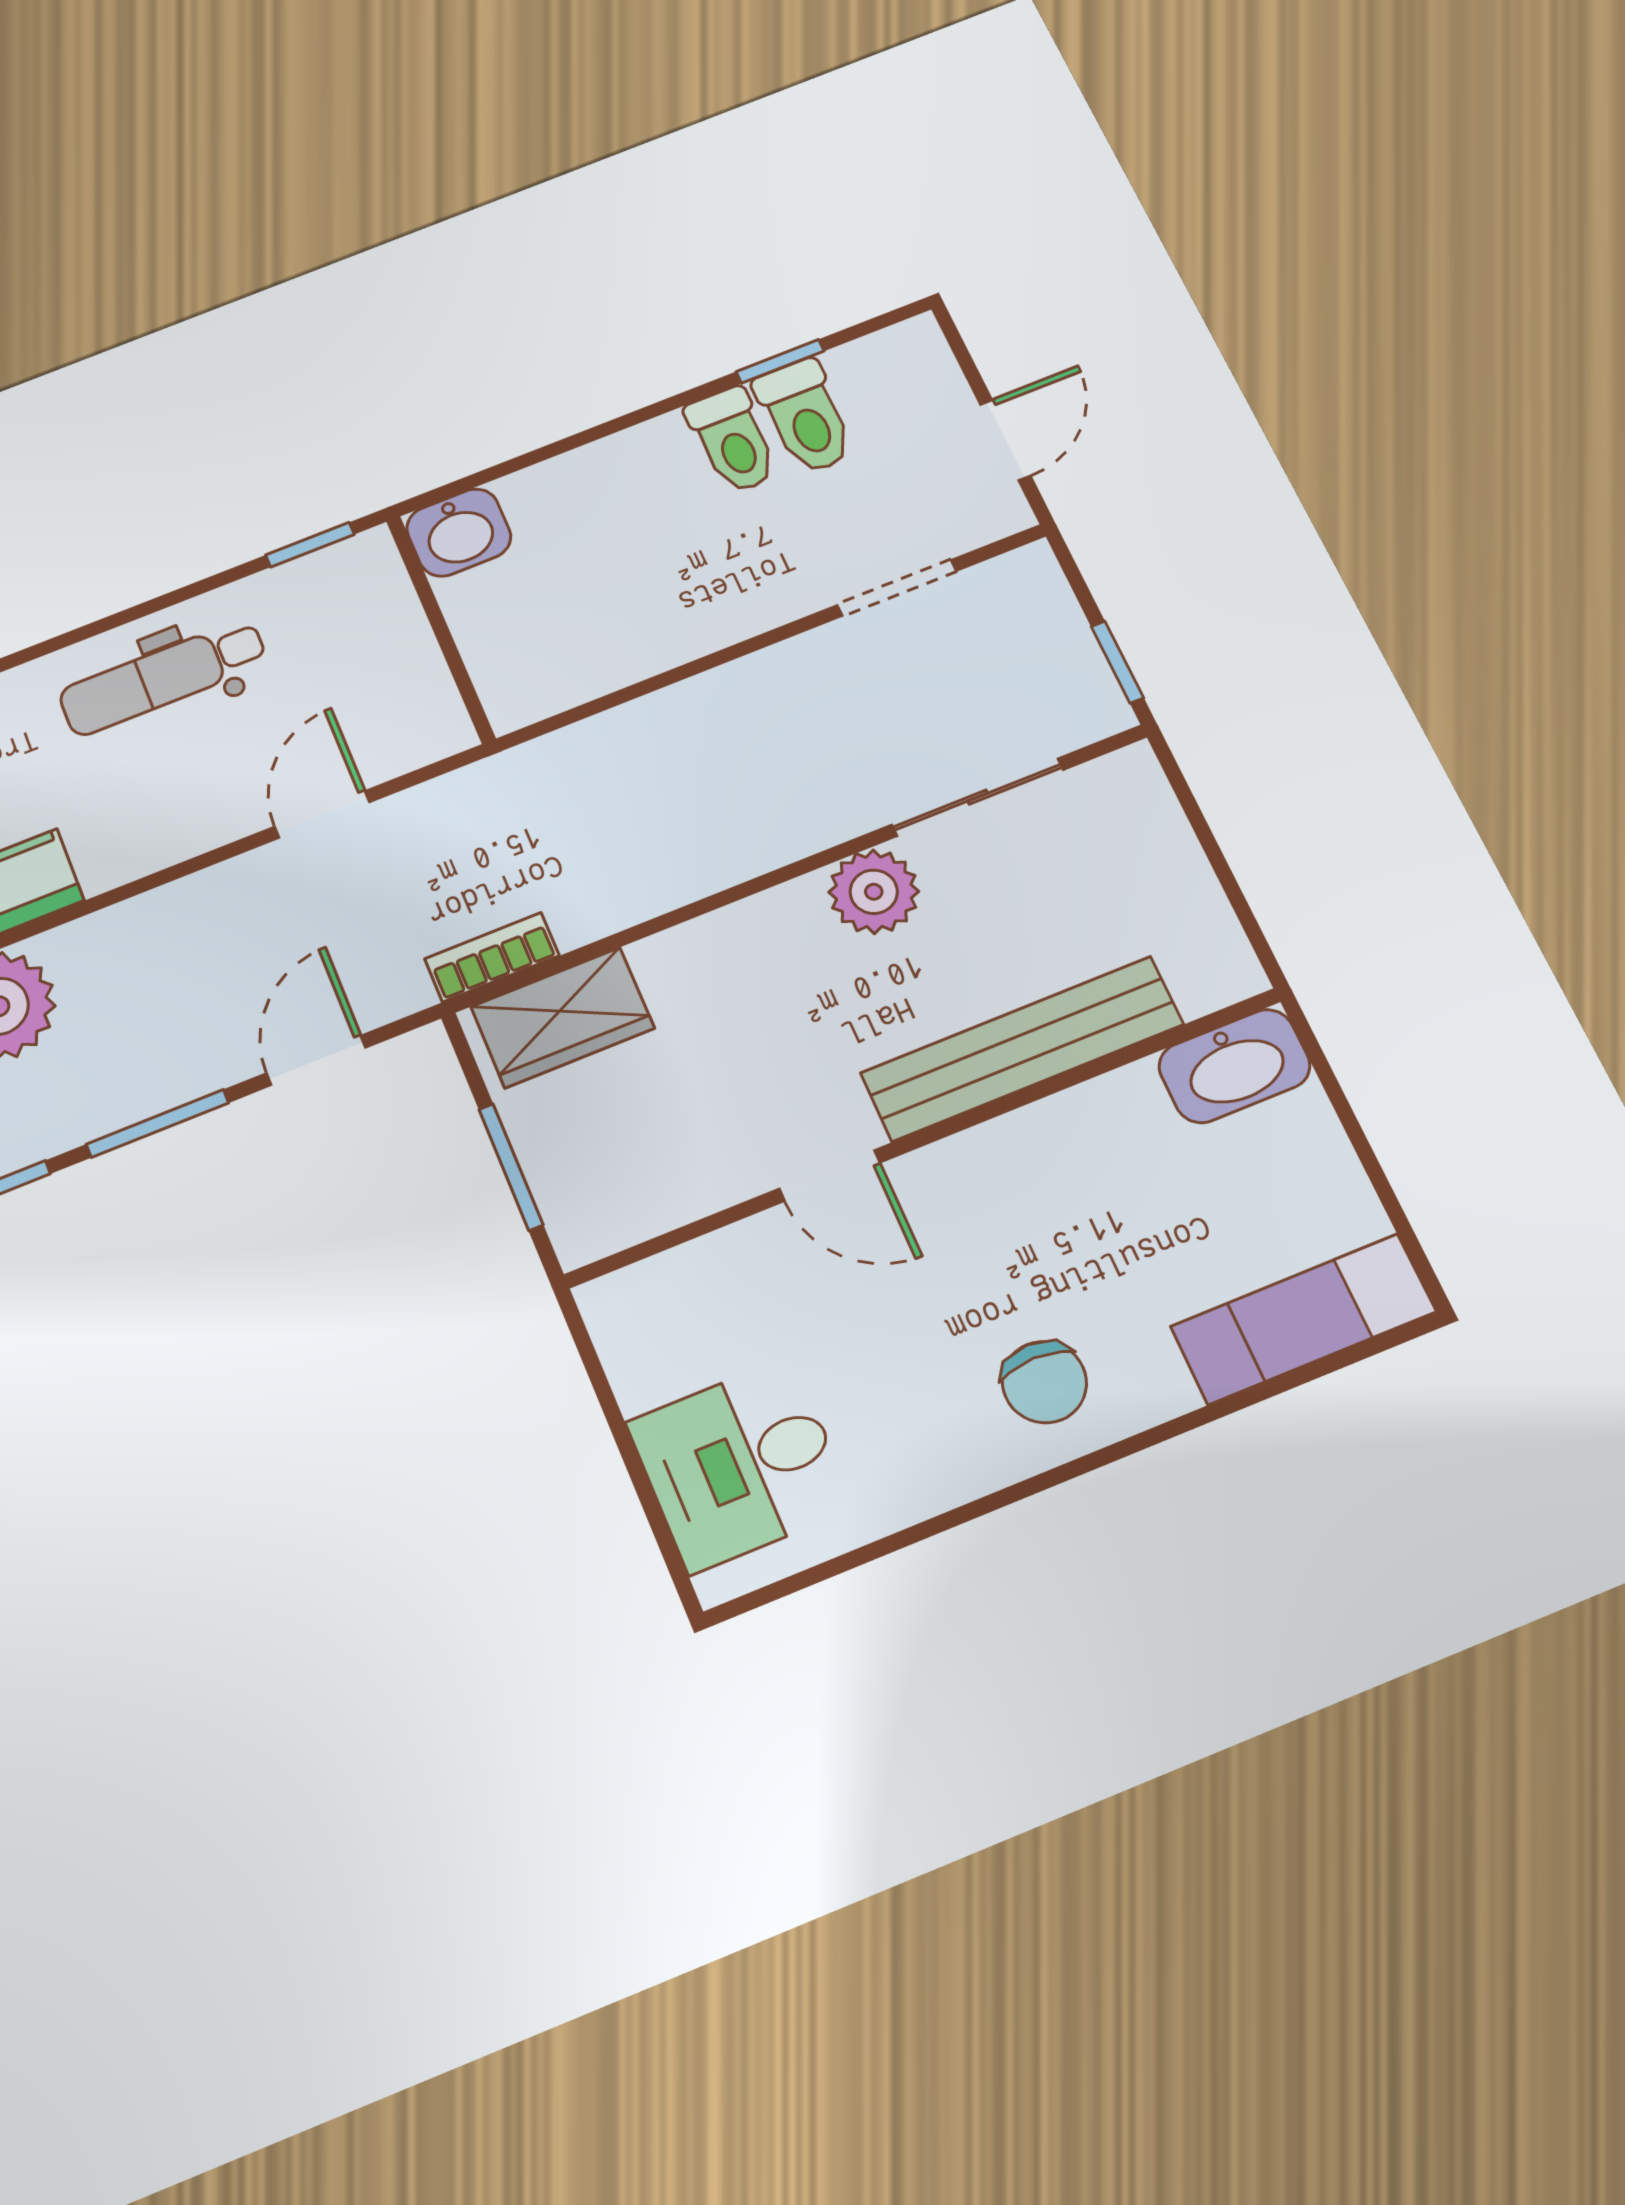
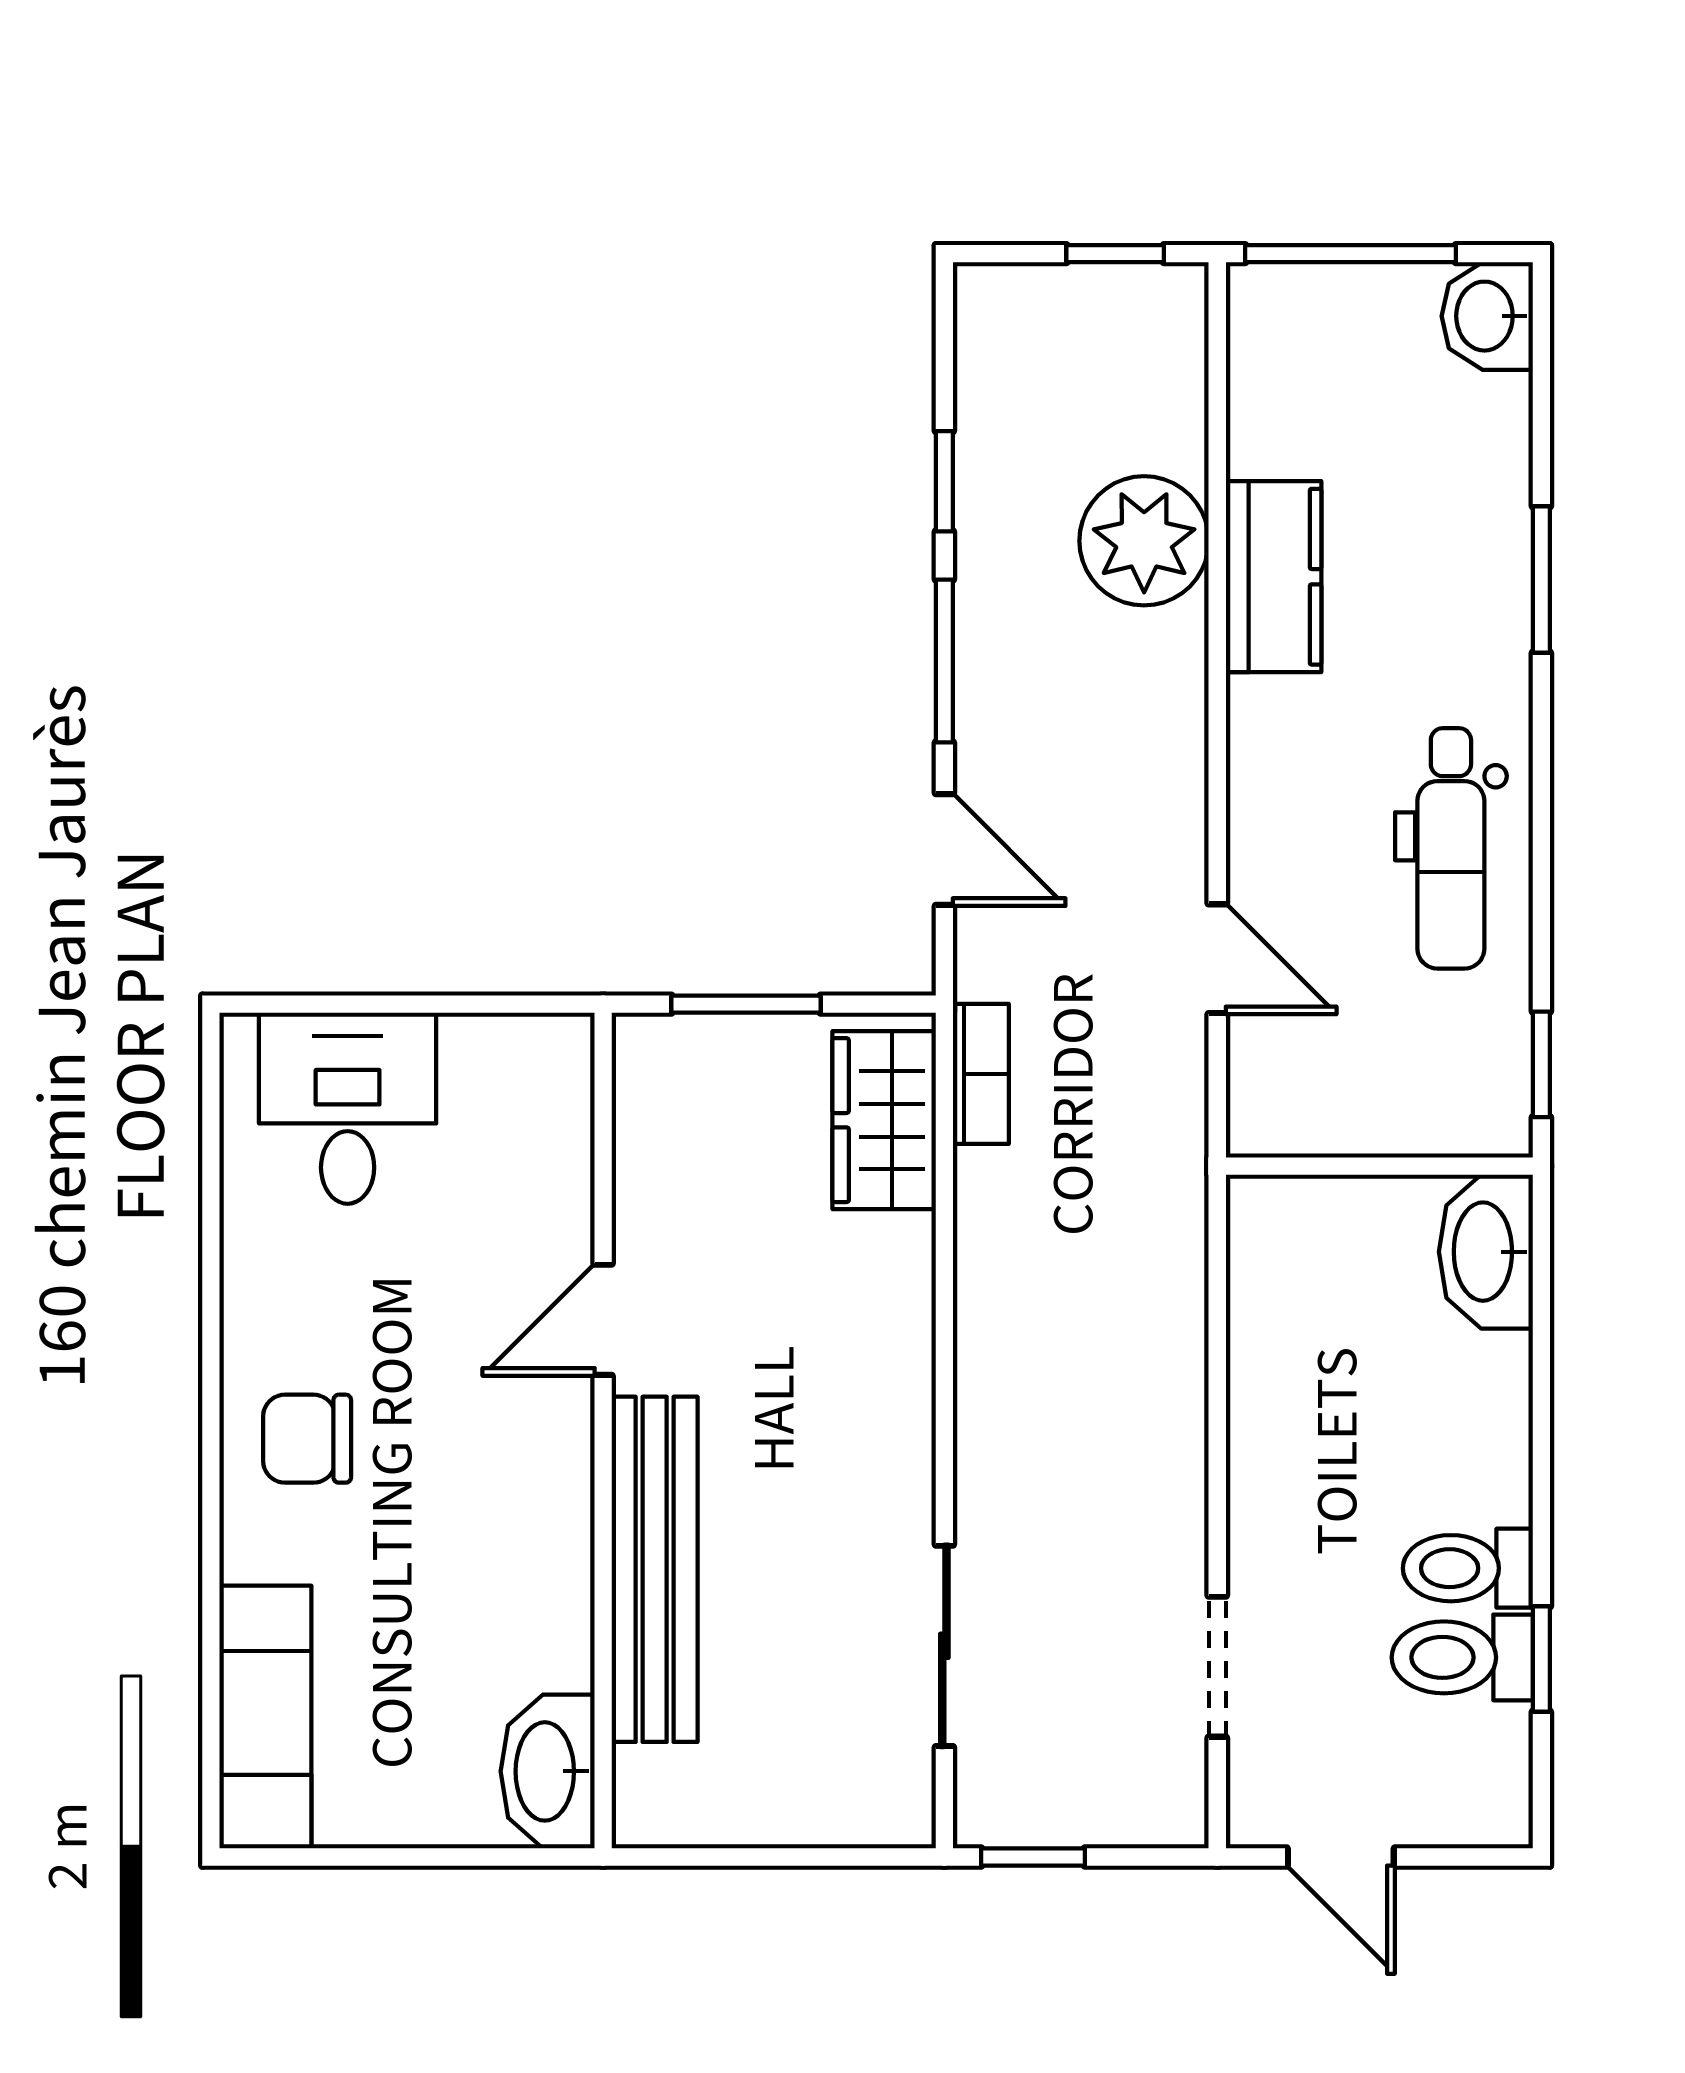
washbasin: (459, 532) -> (1486, 1252), width x1.38
dental chair: (163, 677) -> (1451, 848), turned 180
plant: (874, 892) -> (886, 1494), removed

